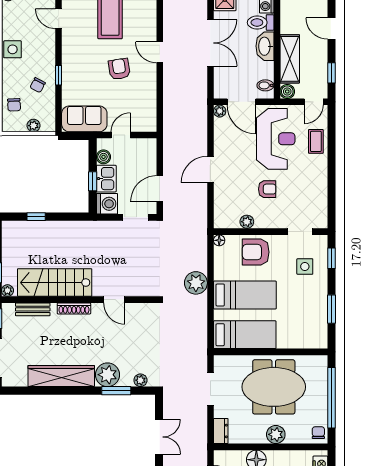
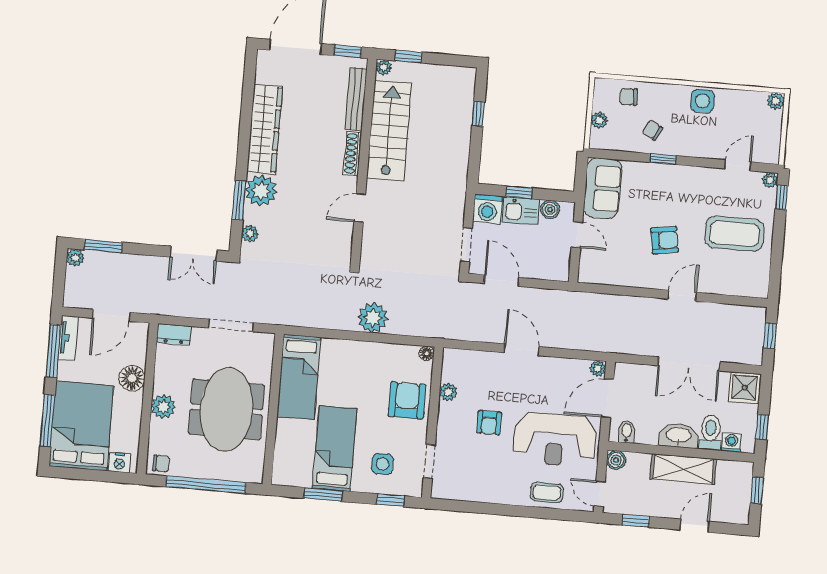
shelving: (290, 59) -> (683, 469), moved
bed: (245, 295) -> (335, 448), moved, turned 180
bench: (33, 309) -> (356, 99), width x1.36
double door: (159, 437) -> (194, 254), moved

